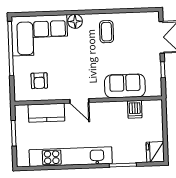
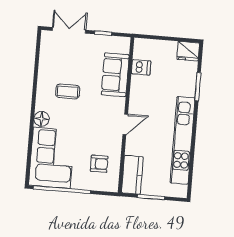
coffee table: (107, 32) -> (68, 91), moved
kitchen counter: (46, 113) -> (132, 175), moved

